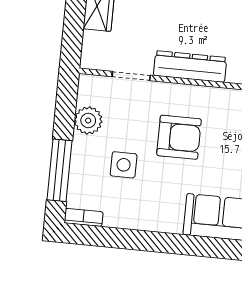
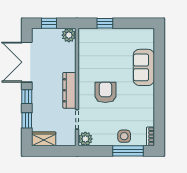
plant: (88, 121) -> (85, 139), moved
side table: (124, 165) -> (124, 136), moved

